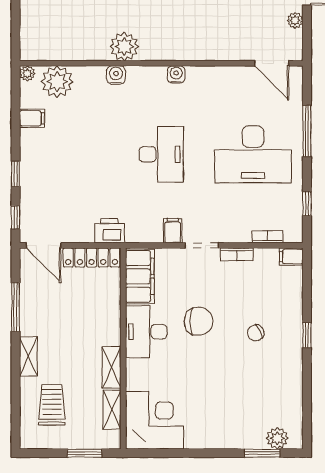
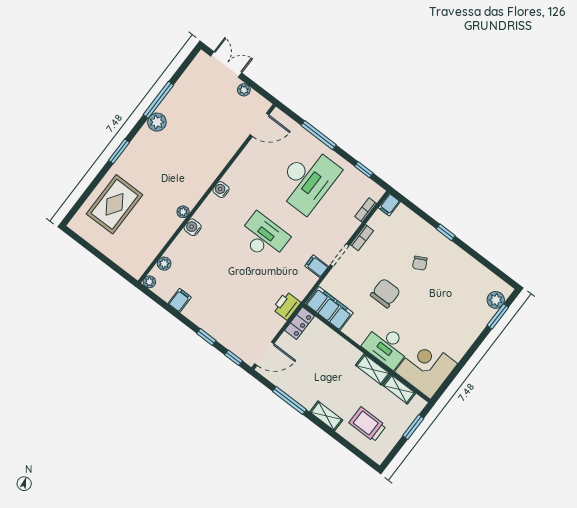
plant: (124, 46) -> (183, 212), width x0.53, depth x0.53
plant: (57, 82) -> (164, 264), width x0.53, depth x0.53
locker: (92, 257) -> (299, 323), width x0.66
desk: (146, 332) -> (387, 346), moved

